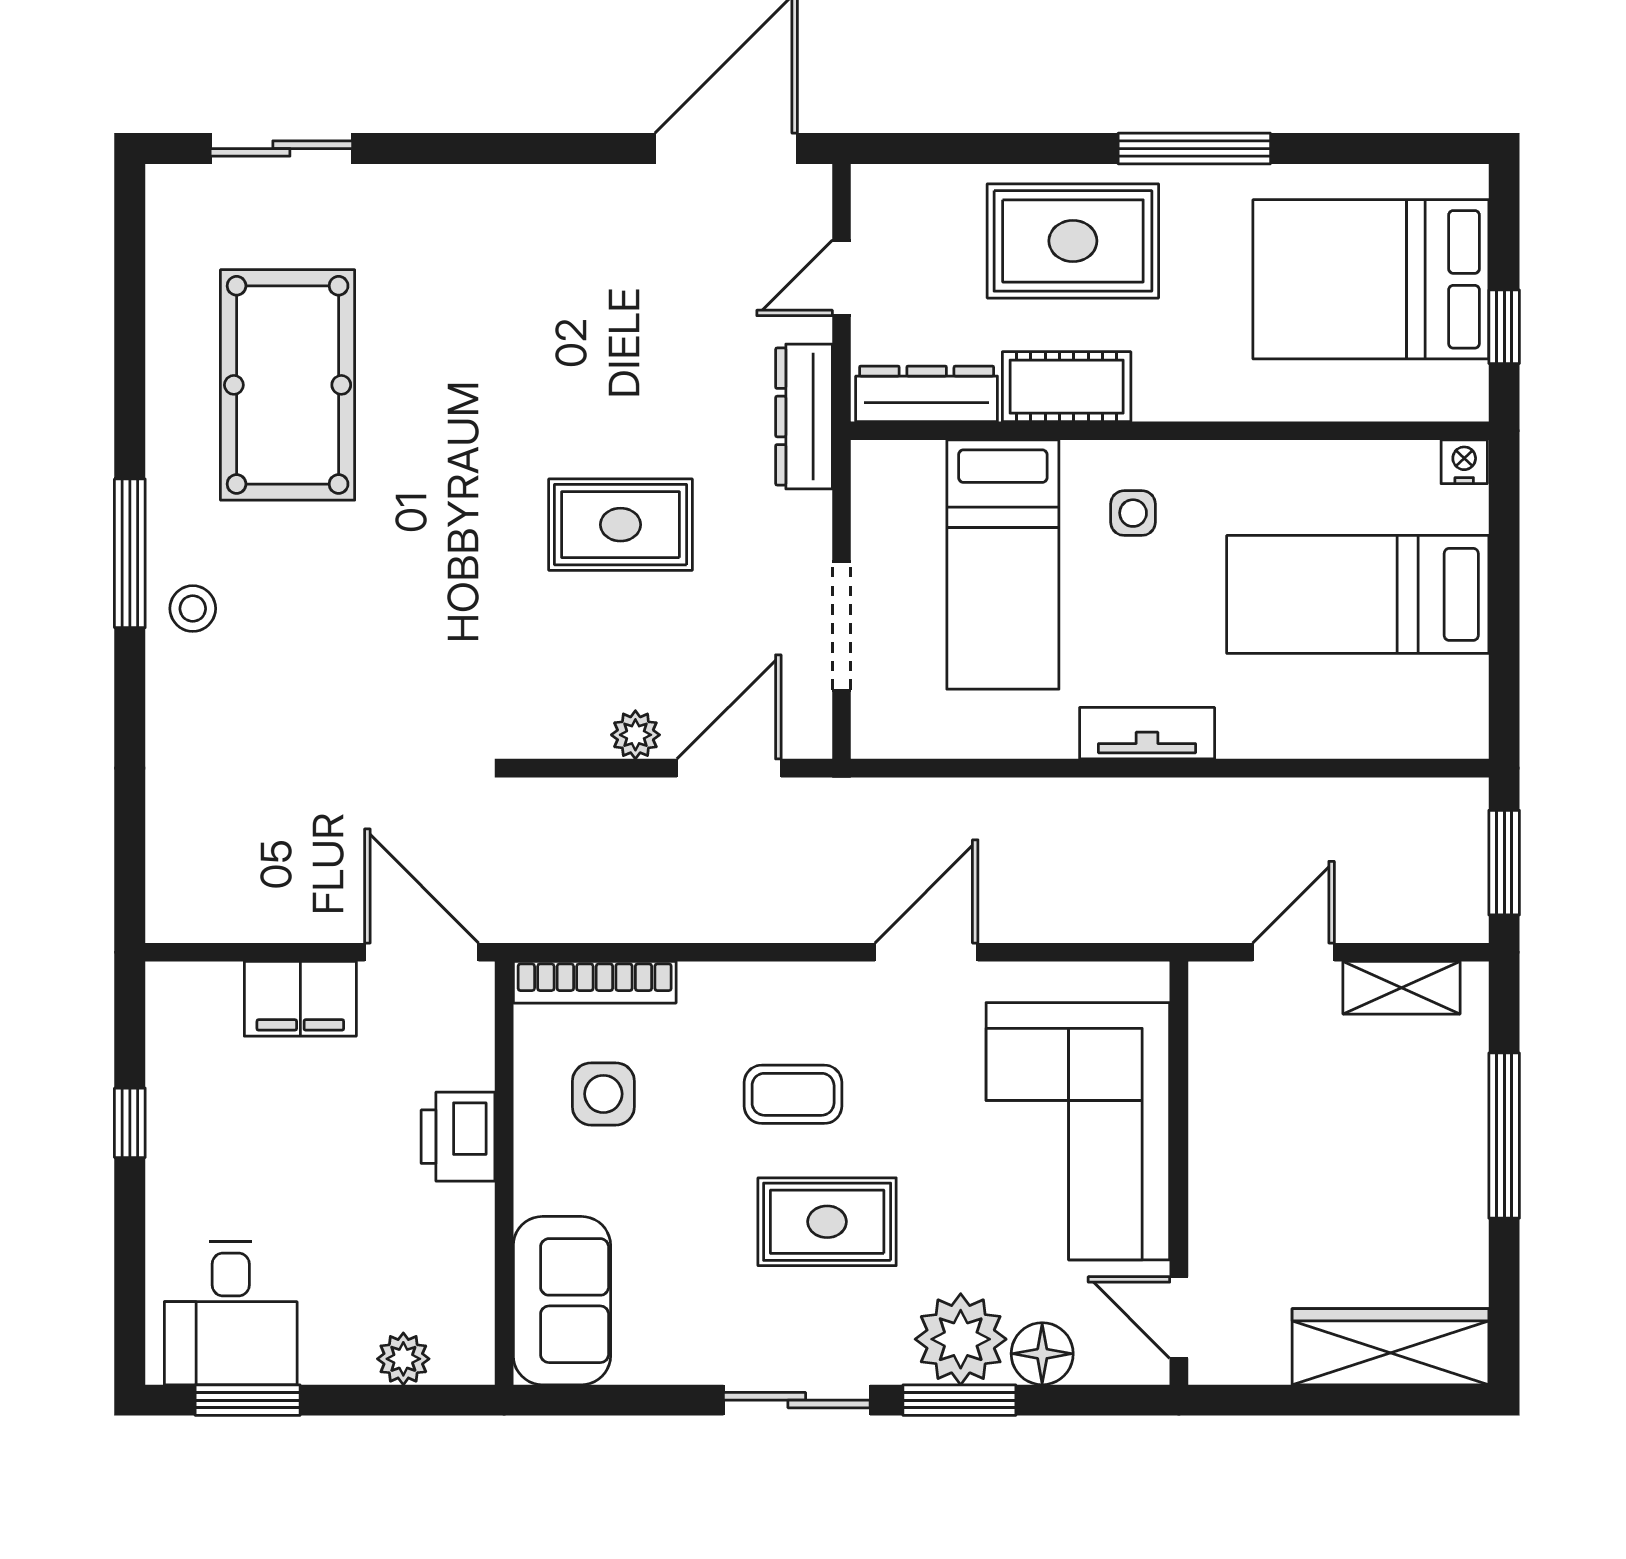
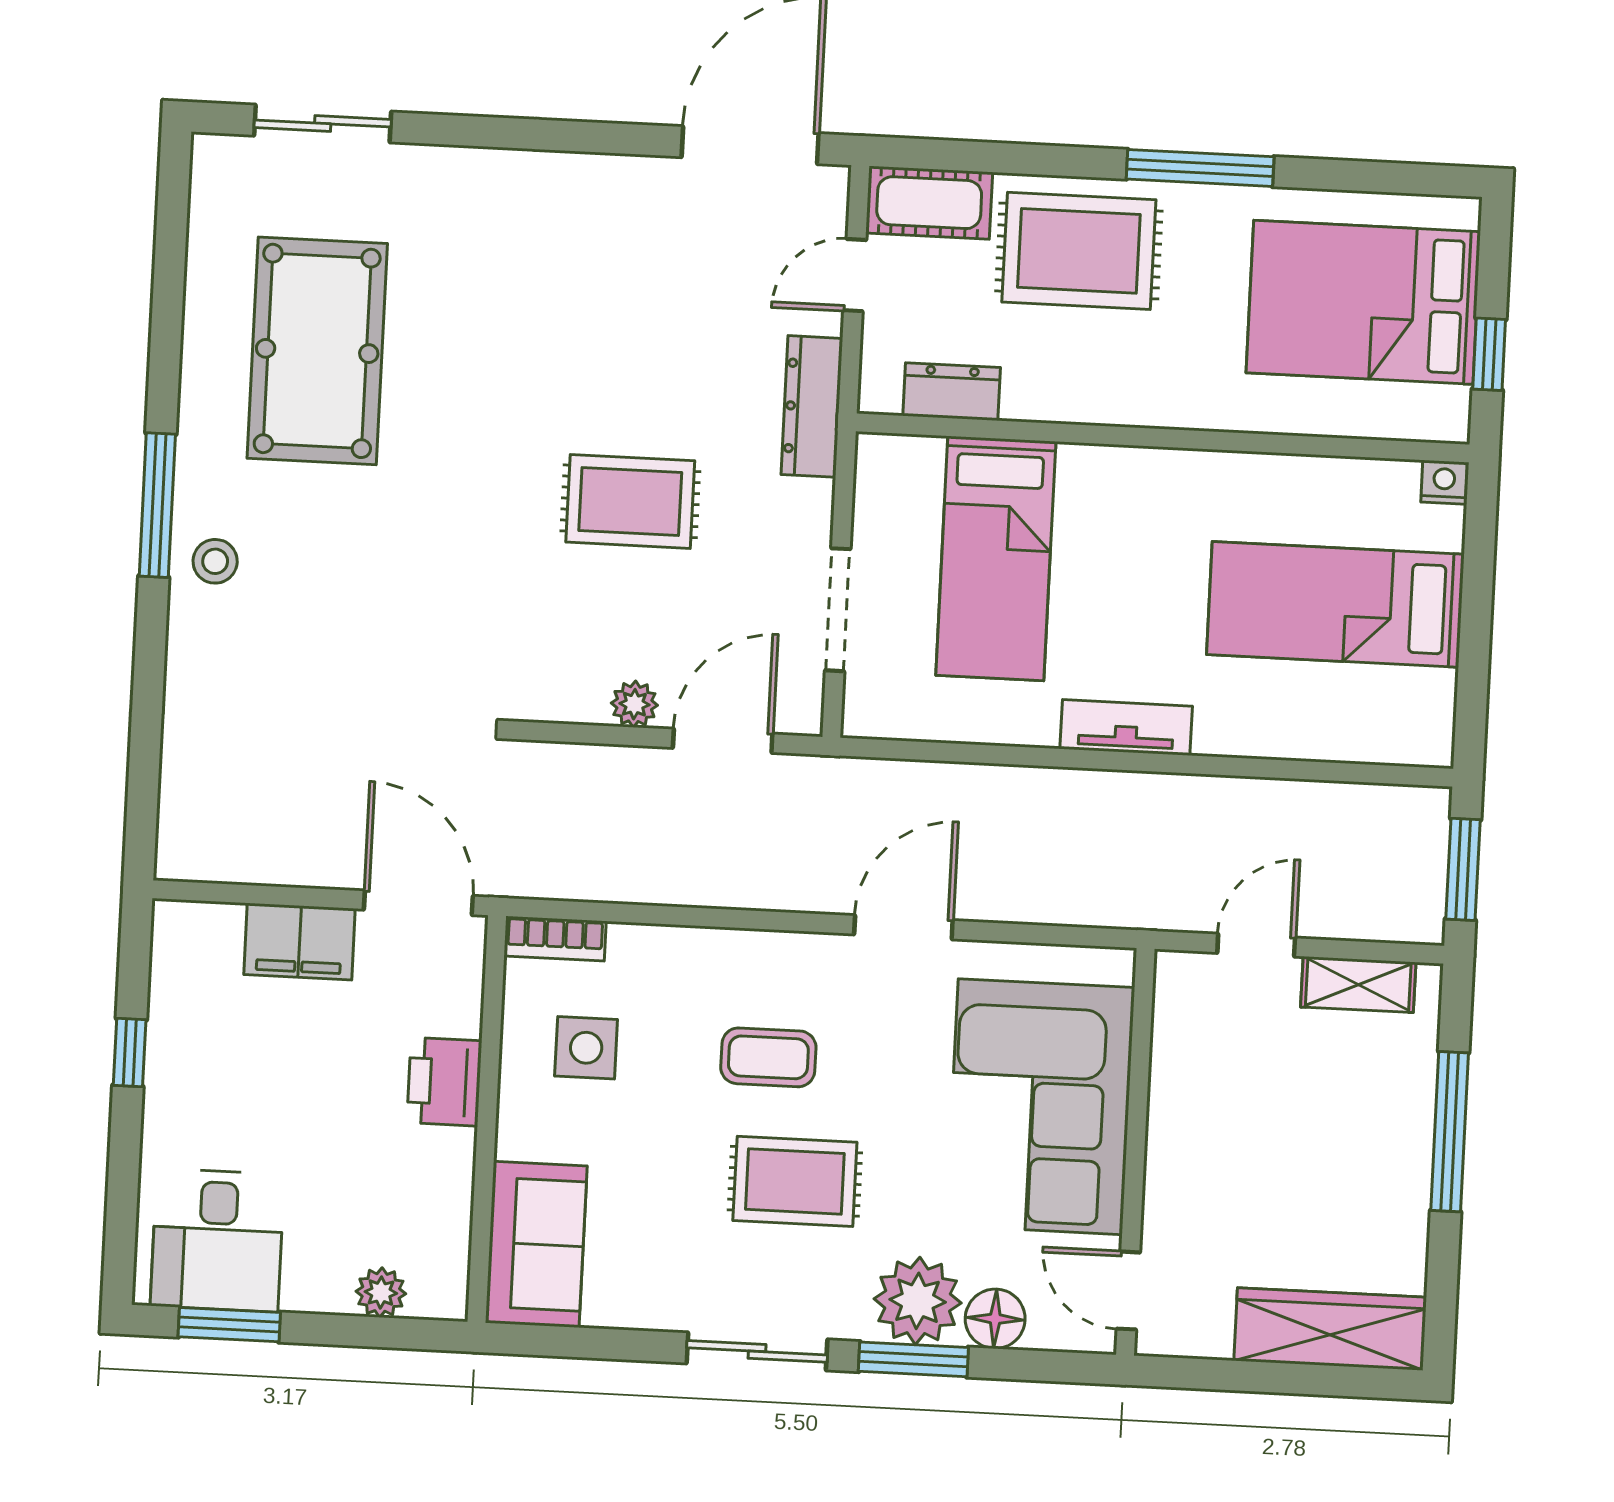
cot: (1067, 387) -> (929, 203), moved
dresser: (927, 394) -> (952, 392), width x0.70
side table: (1133, 513) -> (1123, 515), removed
bookcase: (595, 982) -> (555, 939), width x0.64

